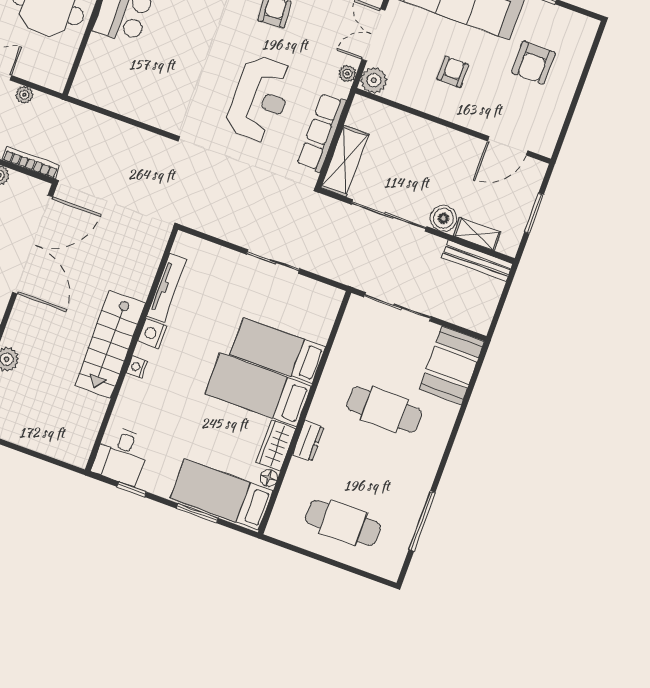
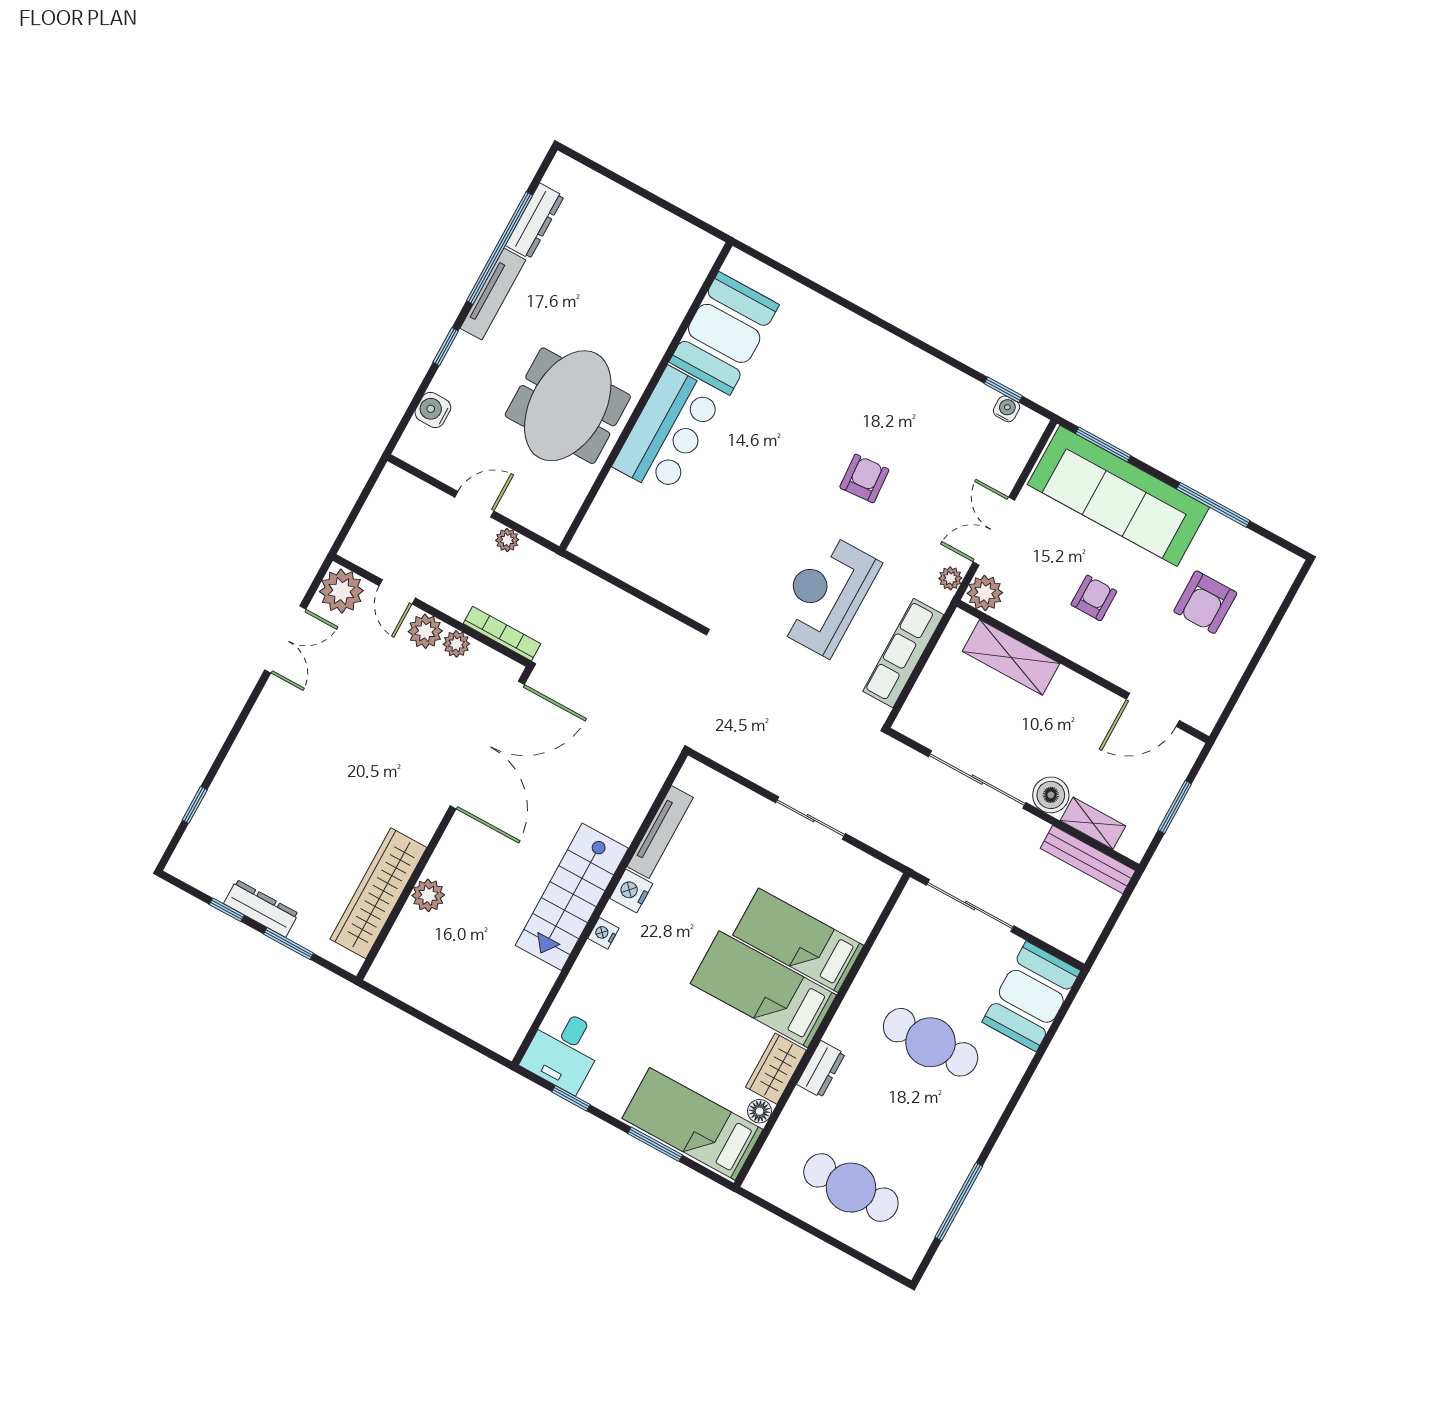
reception desk: (260, 99) -> (826, 595), turned 180
shelving: (345, 161) -> (1011, 657), moved, turned 90

